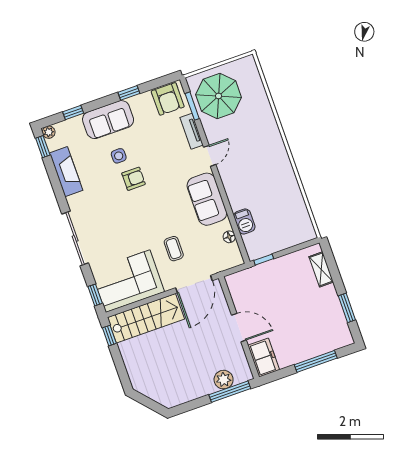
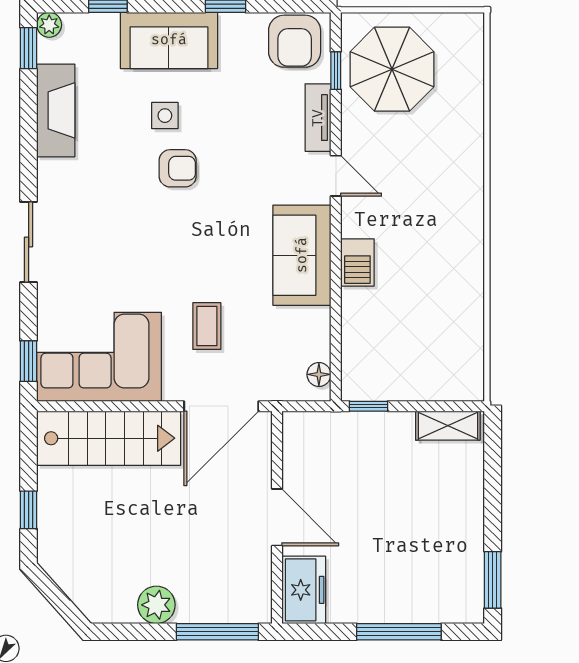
window: (192, 106) -> (336, 71), width x0.67
door: (210, 156) -> (336, 176), hinge flipped
barbecue: (244, 221) -> (357, 262), moved
floor lamp: (229, 237) -> (319, 374), moved
sliding door: (75, 239) -> (29, 242), width x0.73
shelving: (321, 269) -> (448, 426), moved, turned 90
window: (347, 308) -> (493, 580), moved
window: (109, 336) -> (29, 510), moved
plant: (224, 380) -> (156, 605), moved

